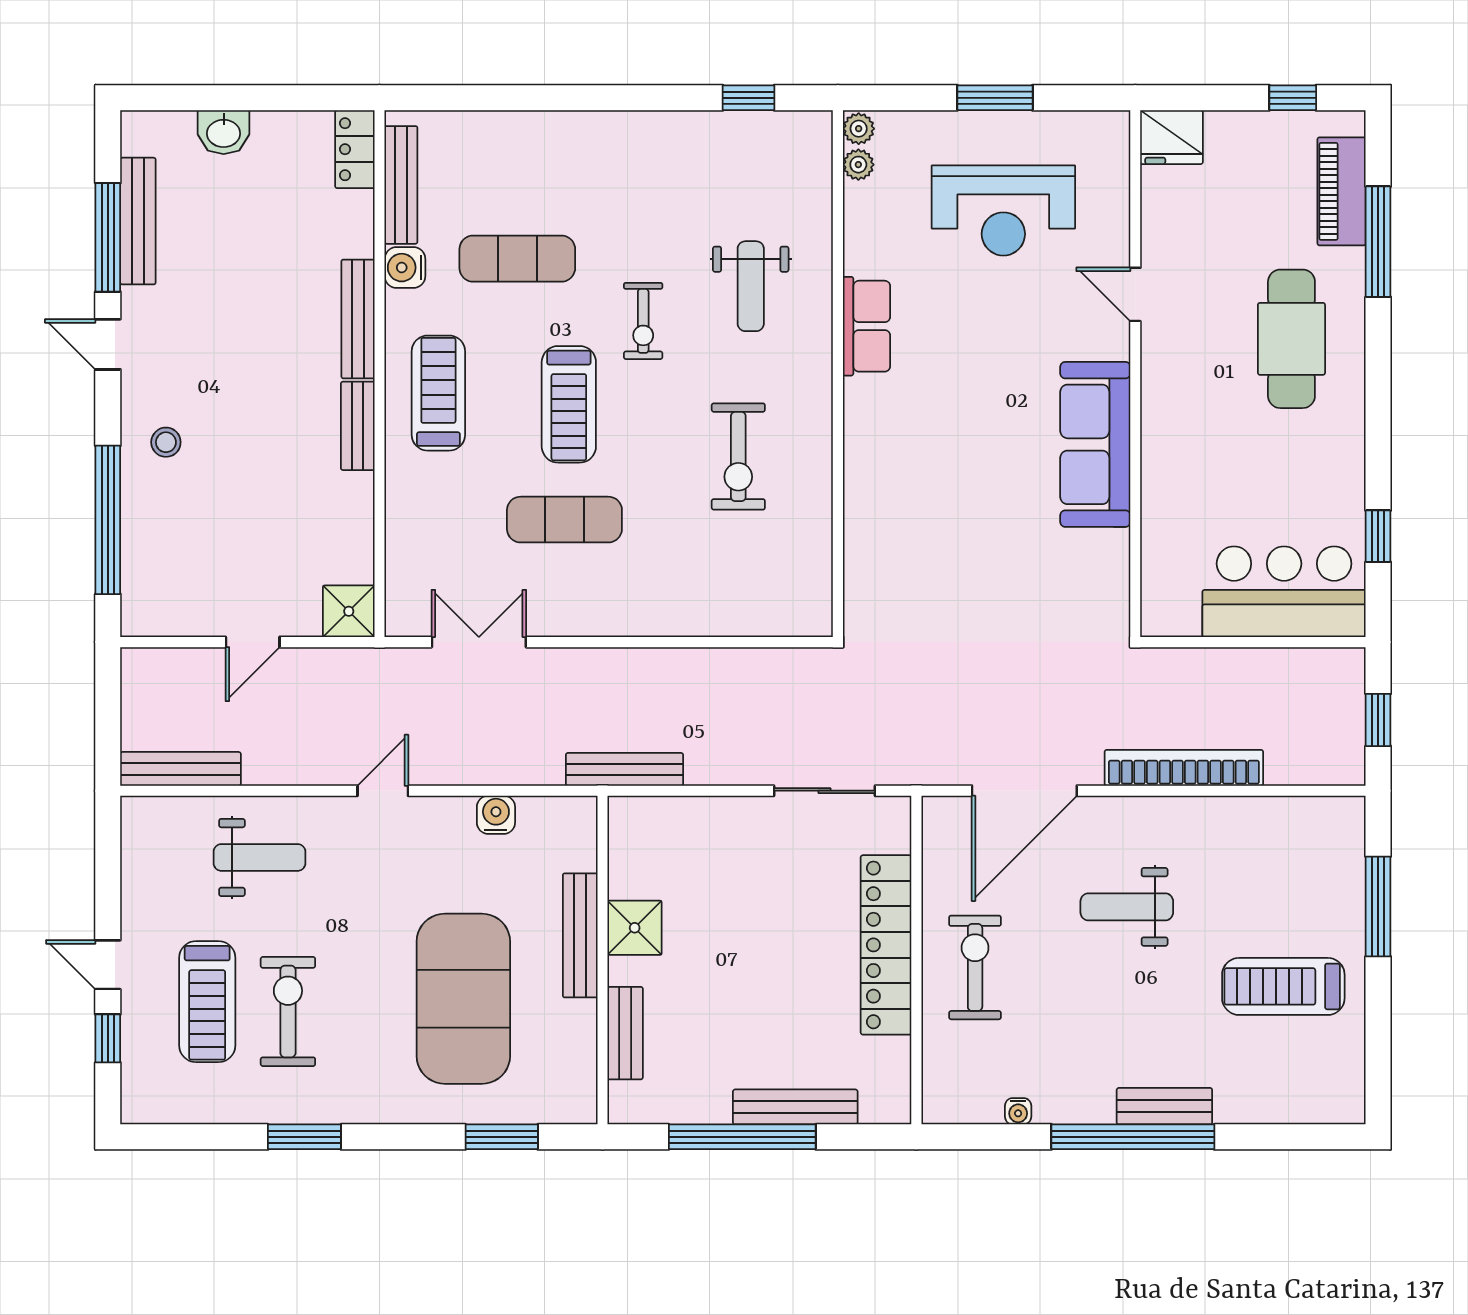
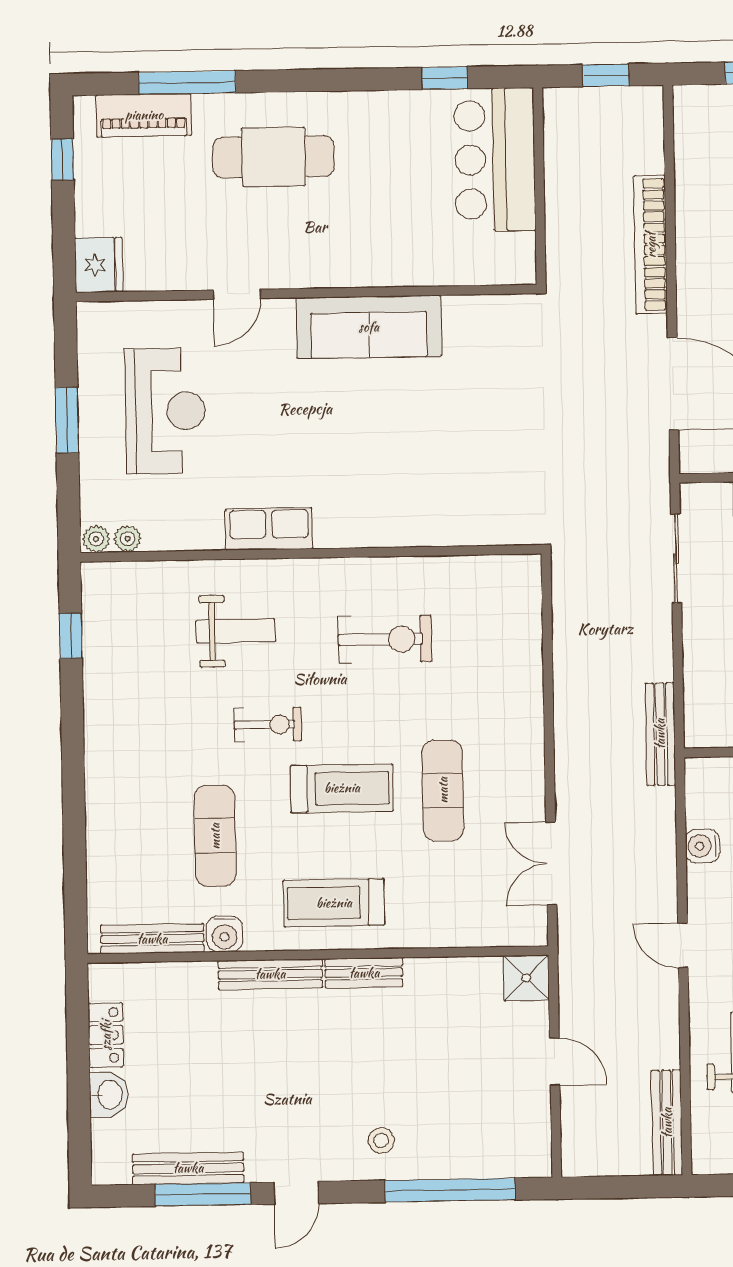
locker: (355, 149) -> (106, 1035), moved, turned -90

